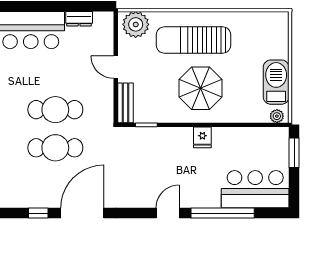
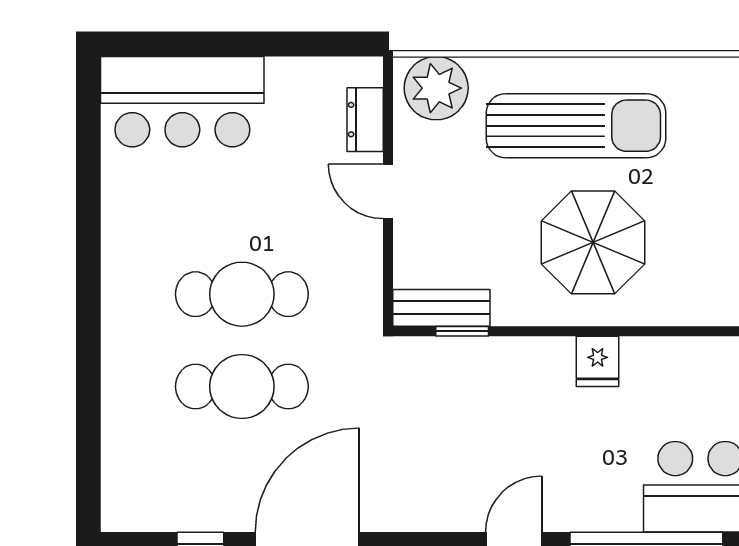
dresser: (79, 19) -> (365, 120), moved, turned 90
sun lounger: (193, 40) -> (576, 126), turned 180
bench: (125, 103) -> (441, 308), moved, turned 90

